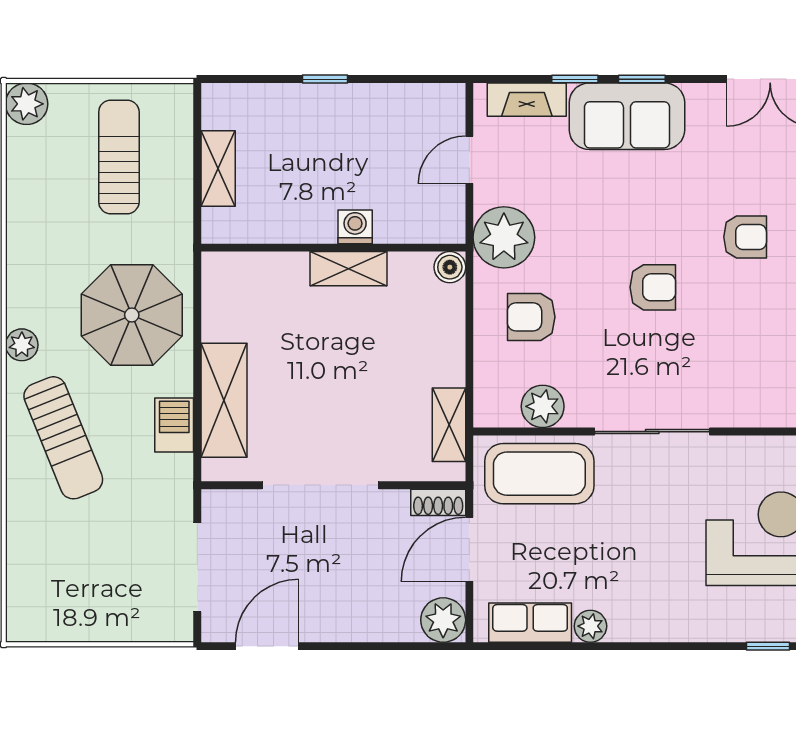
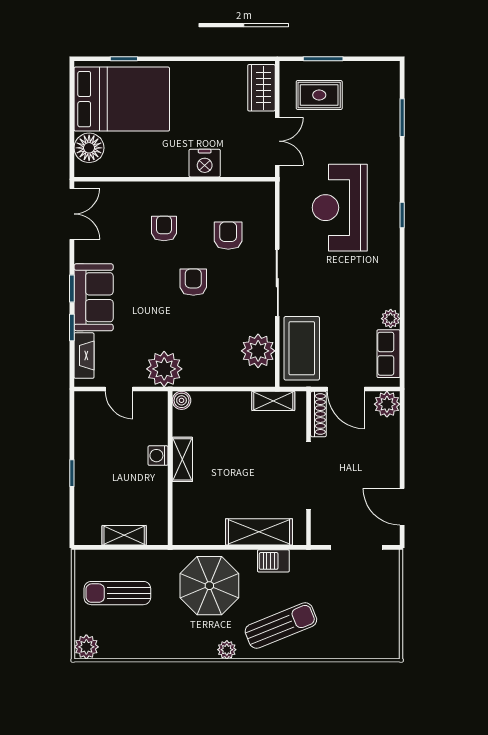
armchair: (531, 317) -> (228, 236), moved, turned 180
plant: (543, 406) -> (258, 351), width x1.36, depth x1.36
shoe rack: (438, 502) -> (318, 414), width x1.43

